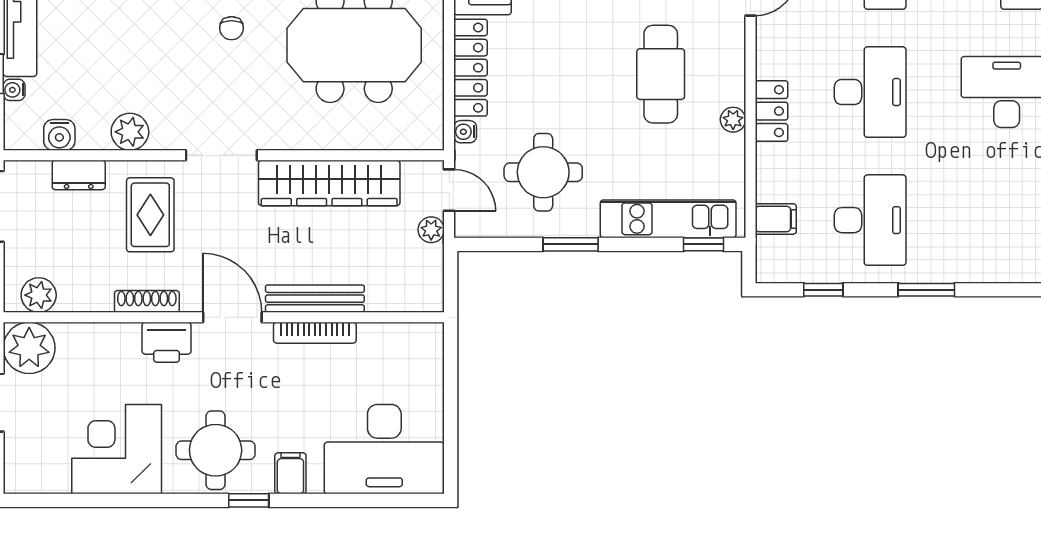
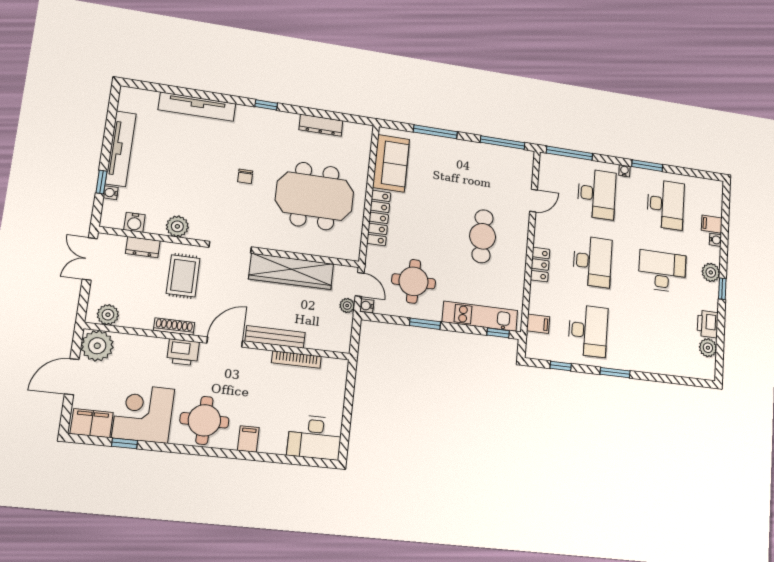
plant: (733, 120) -> (519, 266), removed
water cooler: (465, 132) -> (367, 306), moved
door: (232, 317) -> (225, 342), hinge flipped
bookcase: (315, 333) -> (296, 360), moved
desk: (384, 449) -> (315, 437), width x0.73, depth x0.77
filing cabinet: (38, 473) -> (92, 423), added
window: (249, 500) -> (124, 443), moved

